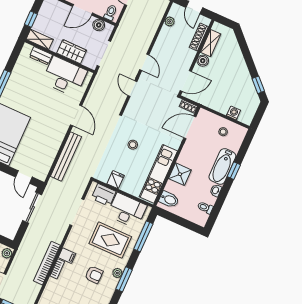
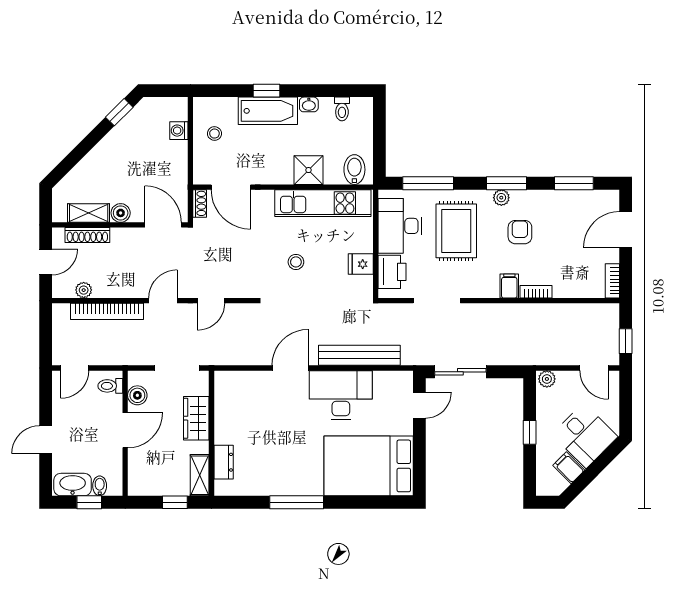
door: (83, 10) -> (125, 430), hinge flipped
desk: (65, 76) -> (341, 395), moved, turned 90
bookcase: (47, 263) -> (107, 311), moved

